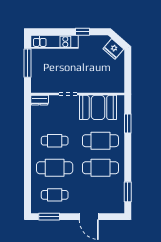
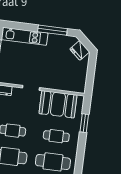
window: (82, 32) -> (52, 30), width x2.17
cafe table: (100, 141) -> (56, 136), width x0.73, depth x0.74

